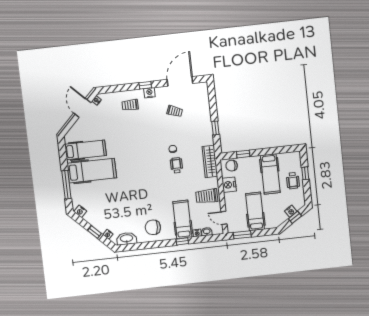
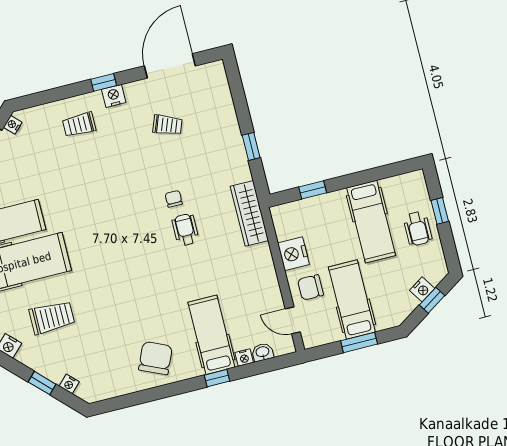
chair: (232, 166) -> (310, 287), moved
trolley: (207, 196) -> (52, 317), moved, turned 180
chair: (153, 227) -> (155, 358), turned 110
window: (242, 235) -> (359, 342), moved
washbasin: (127, 239) -> (107, 388), removed

